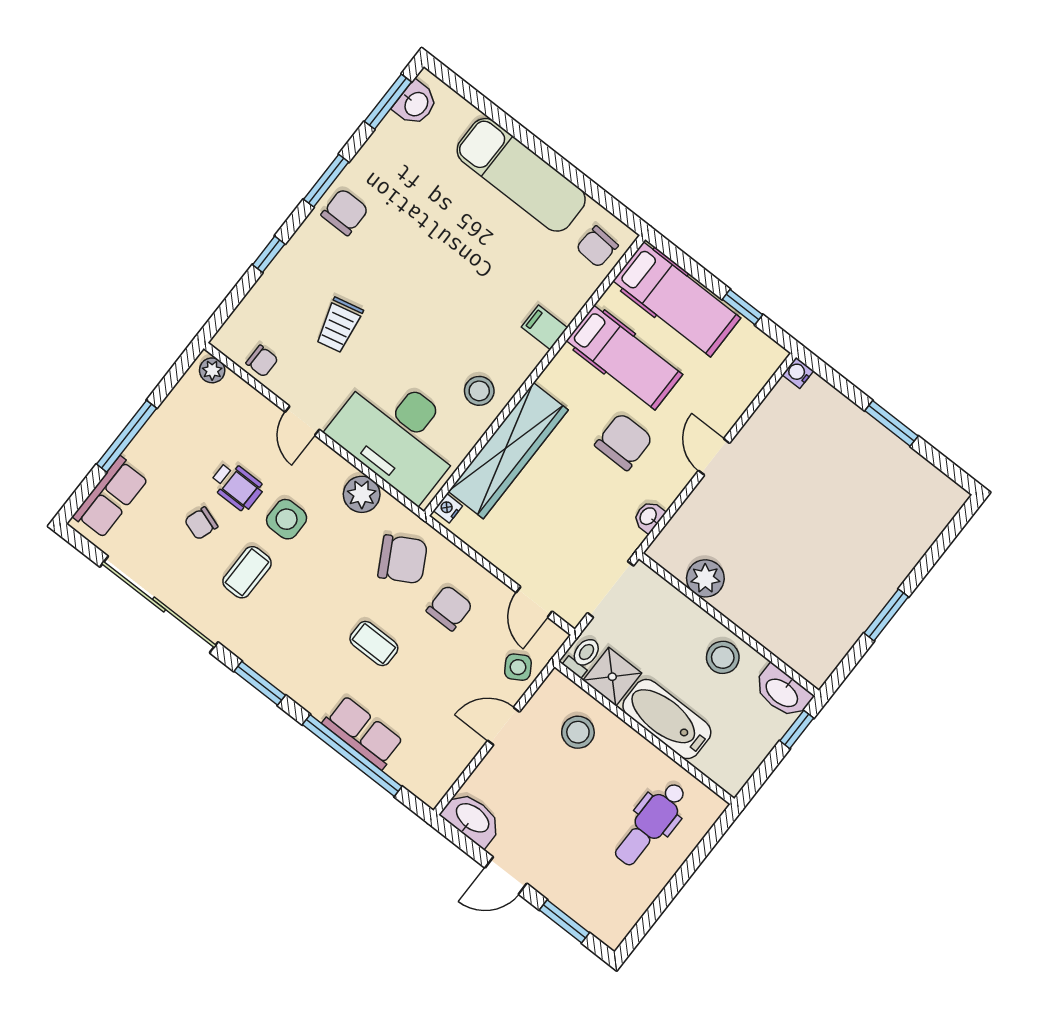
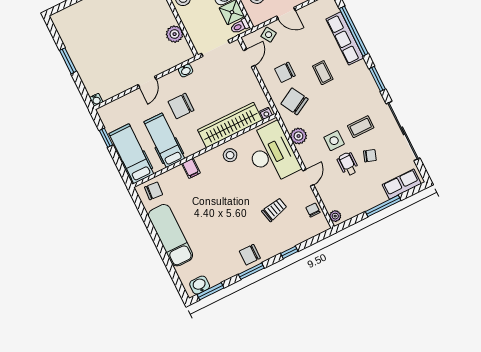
row of seats: (363, 732) -> (345, 38), width x1.48

